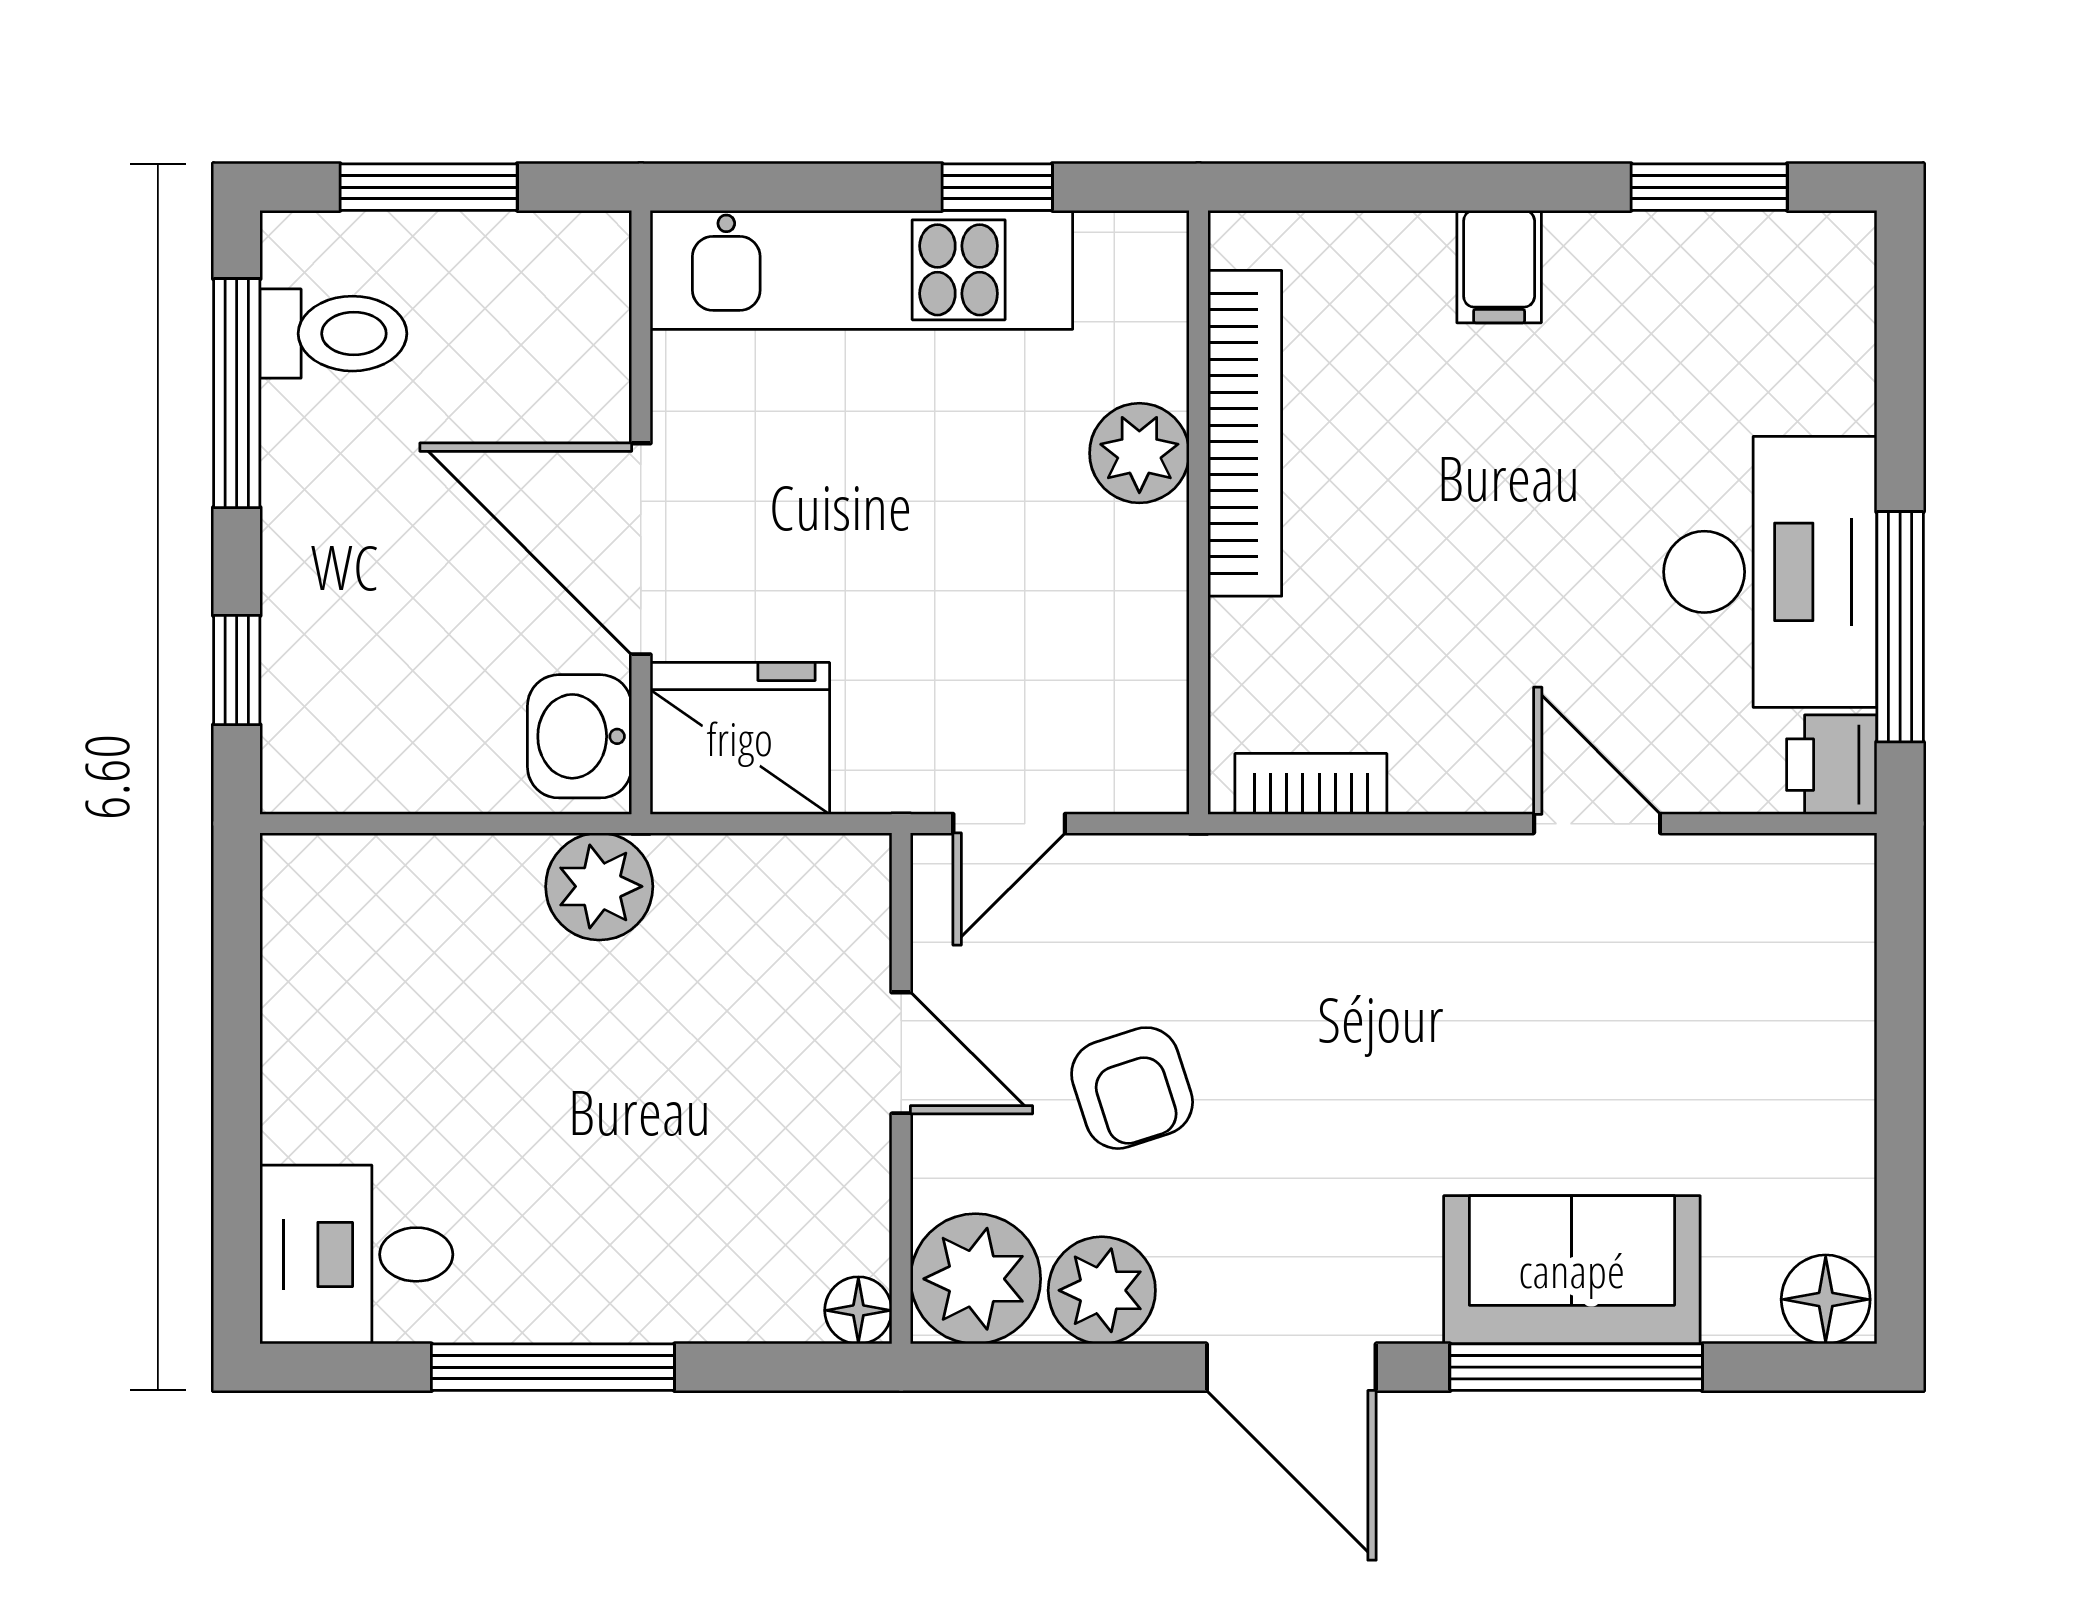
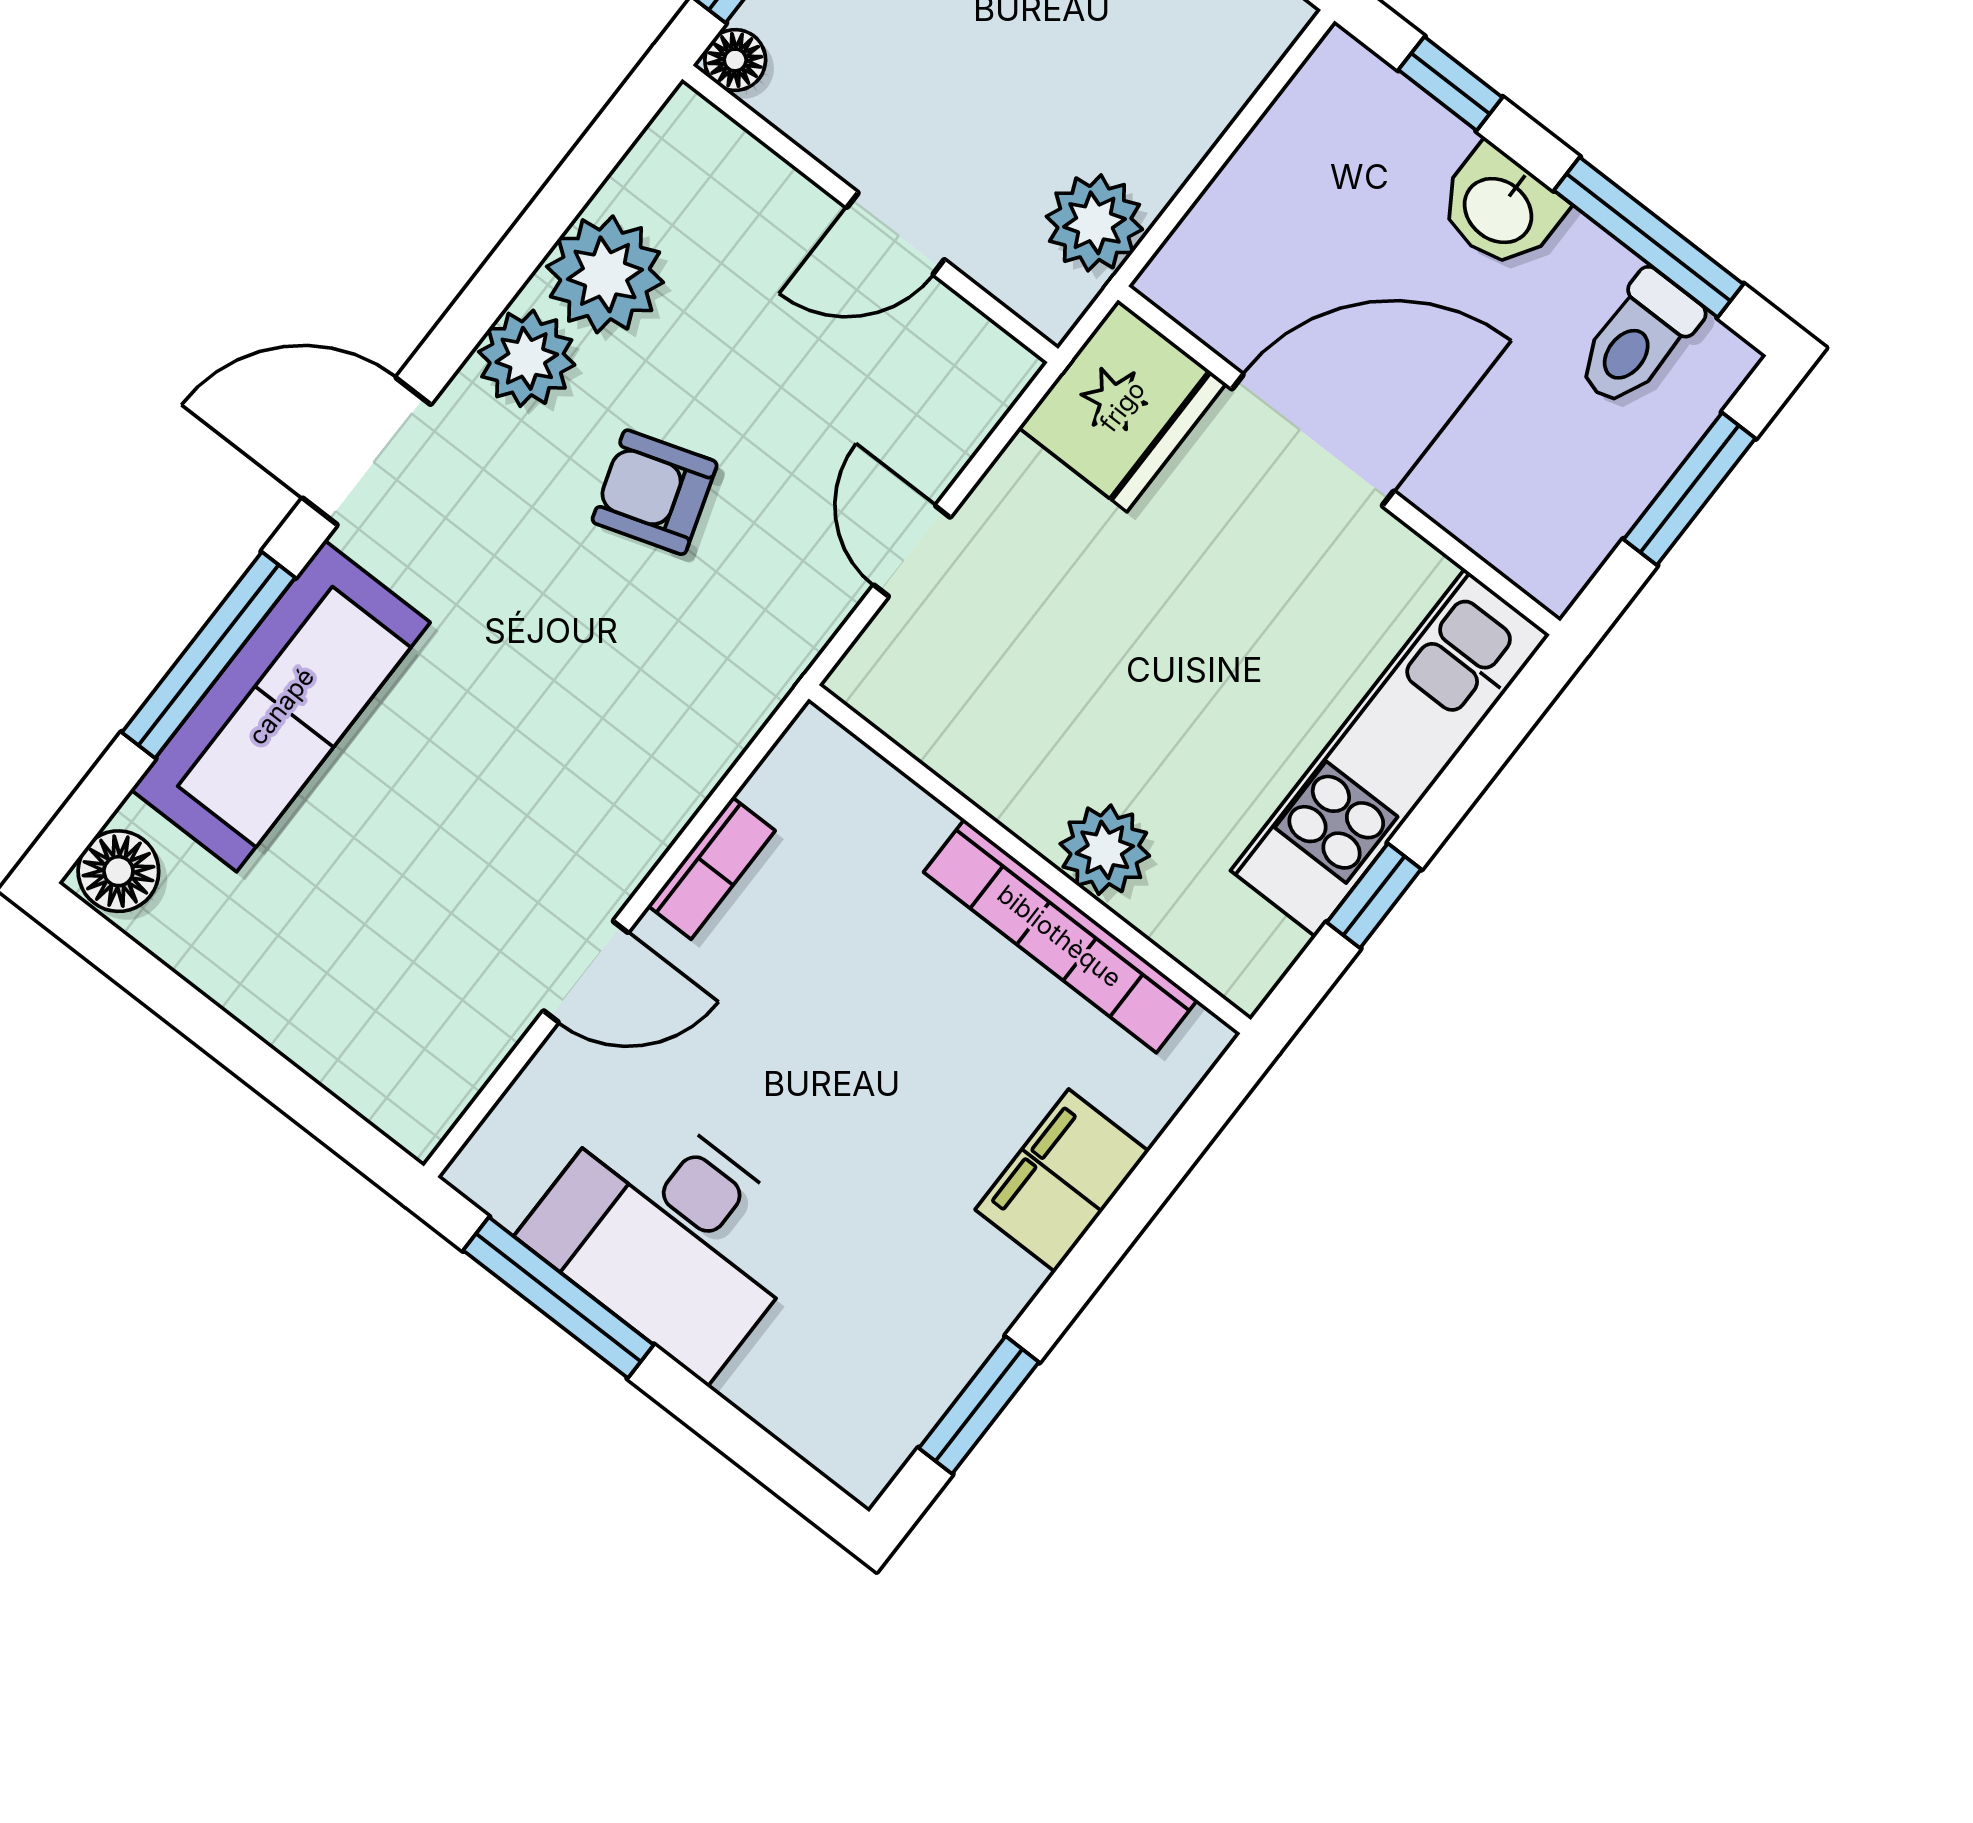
filing cabinet: (1499, 267) -> (1062, 1180), width x2.00
washbasin: (580, 736) -> (1500, 208), moved, turned 180
printer: (1832, 765) -> (498, 1172), removed
bookcase: (1311, 784) -> (711, 868), moved
door: (901, 1053) -> (896, 233), moved
wall: (901, 1088) -> (870, 214), moved
sofa: (1572, 1270) -> (281, 706), width x1.36
floor lamp: (858, 1310) -> (735, 60), moved

